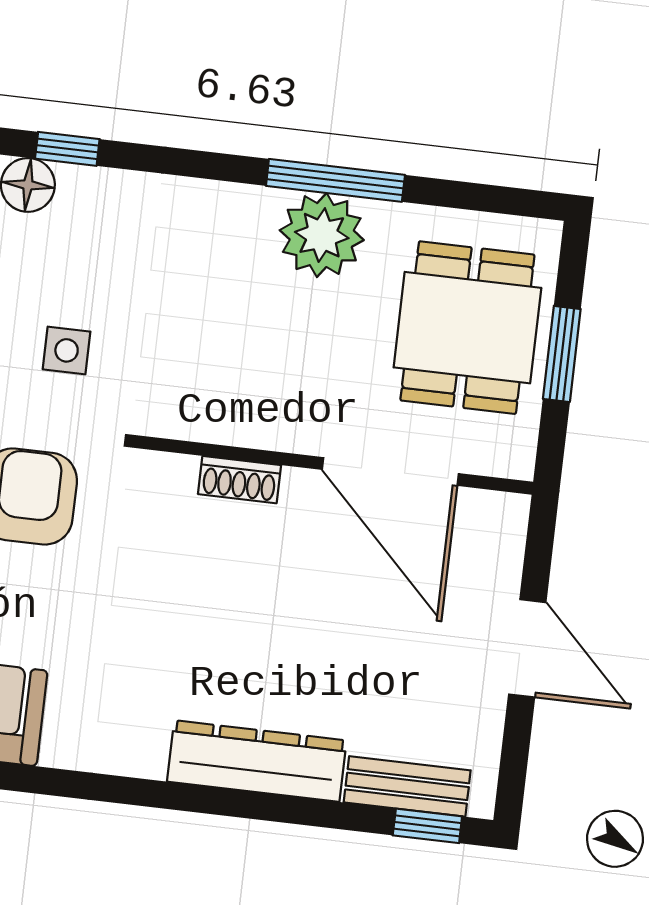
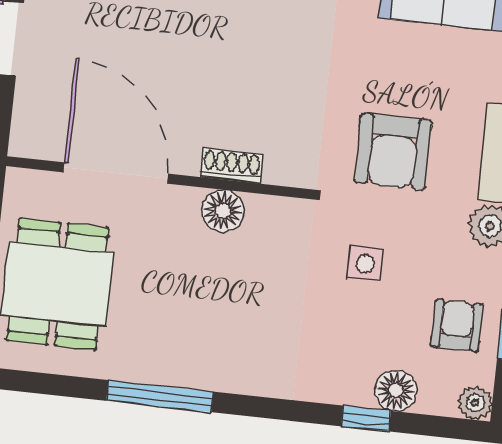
plant: (322, 235) -> (170, 354), removed
floor lamp: (251, 421) -> (223, 211), added

